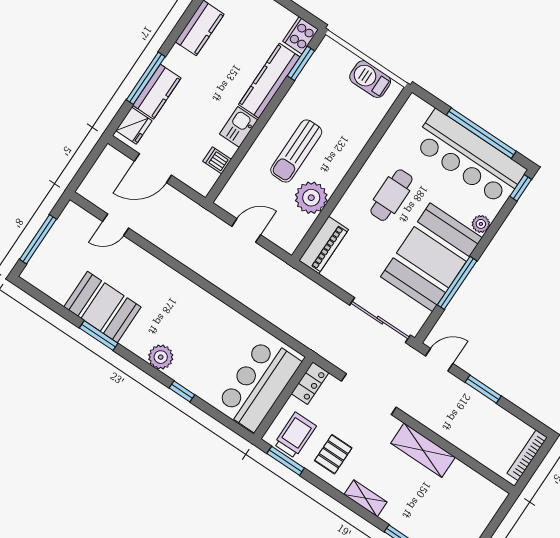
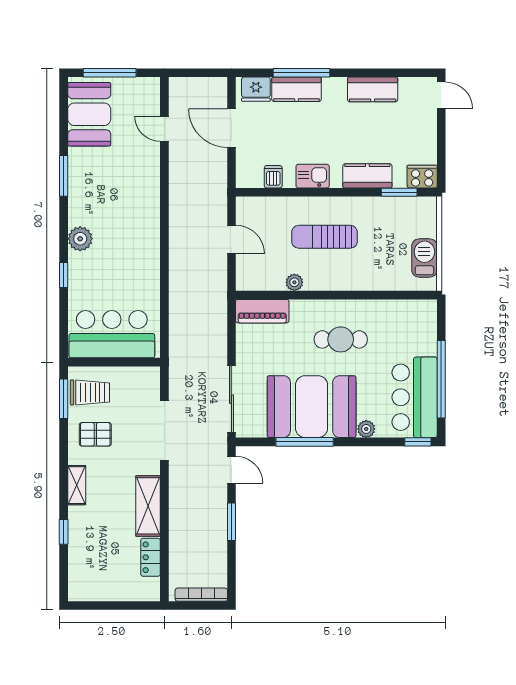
kitchen counter: (269, 81) -> (367, 176), width x0.67
bar counter: (469, 157) -> (415, 397), width x0.73
plant: (311, 198) -> (294, 282), width x0.53, depth x0.53
booth: (102, 307) -> (89, 114), moved
locker: (310, 383) -> (150, 557), moved, turned 90

